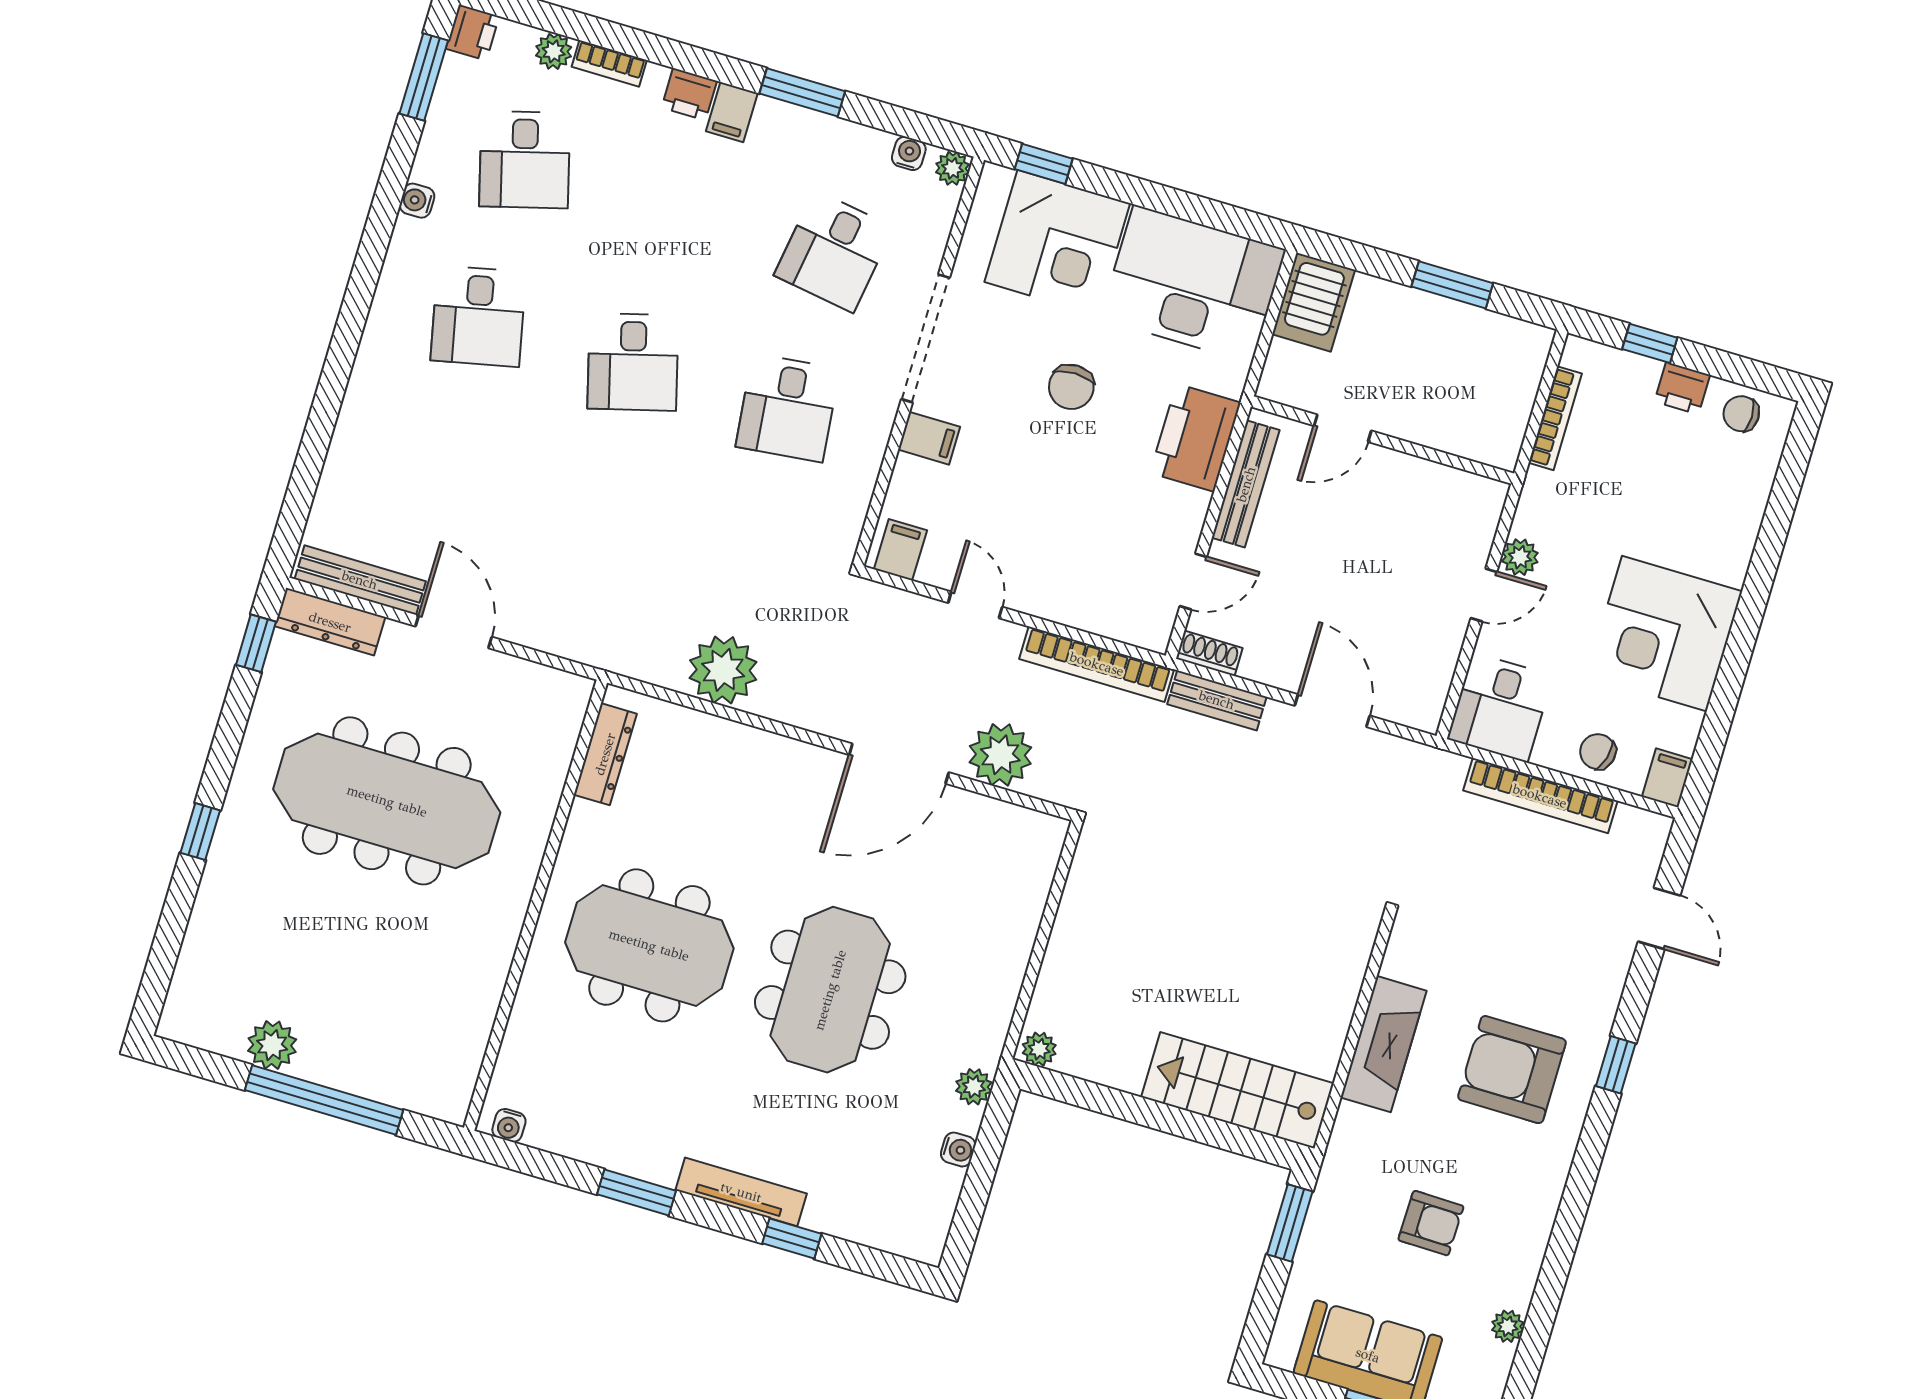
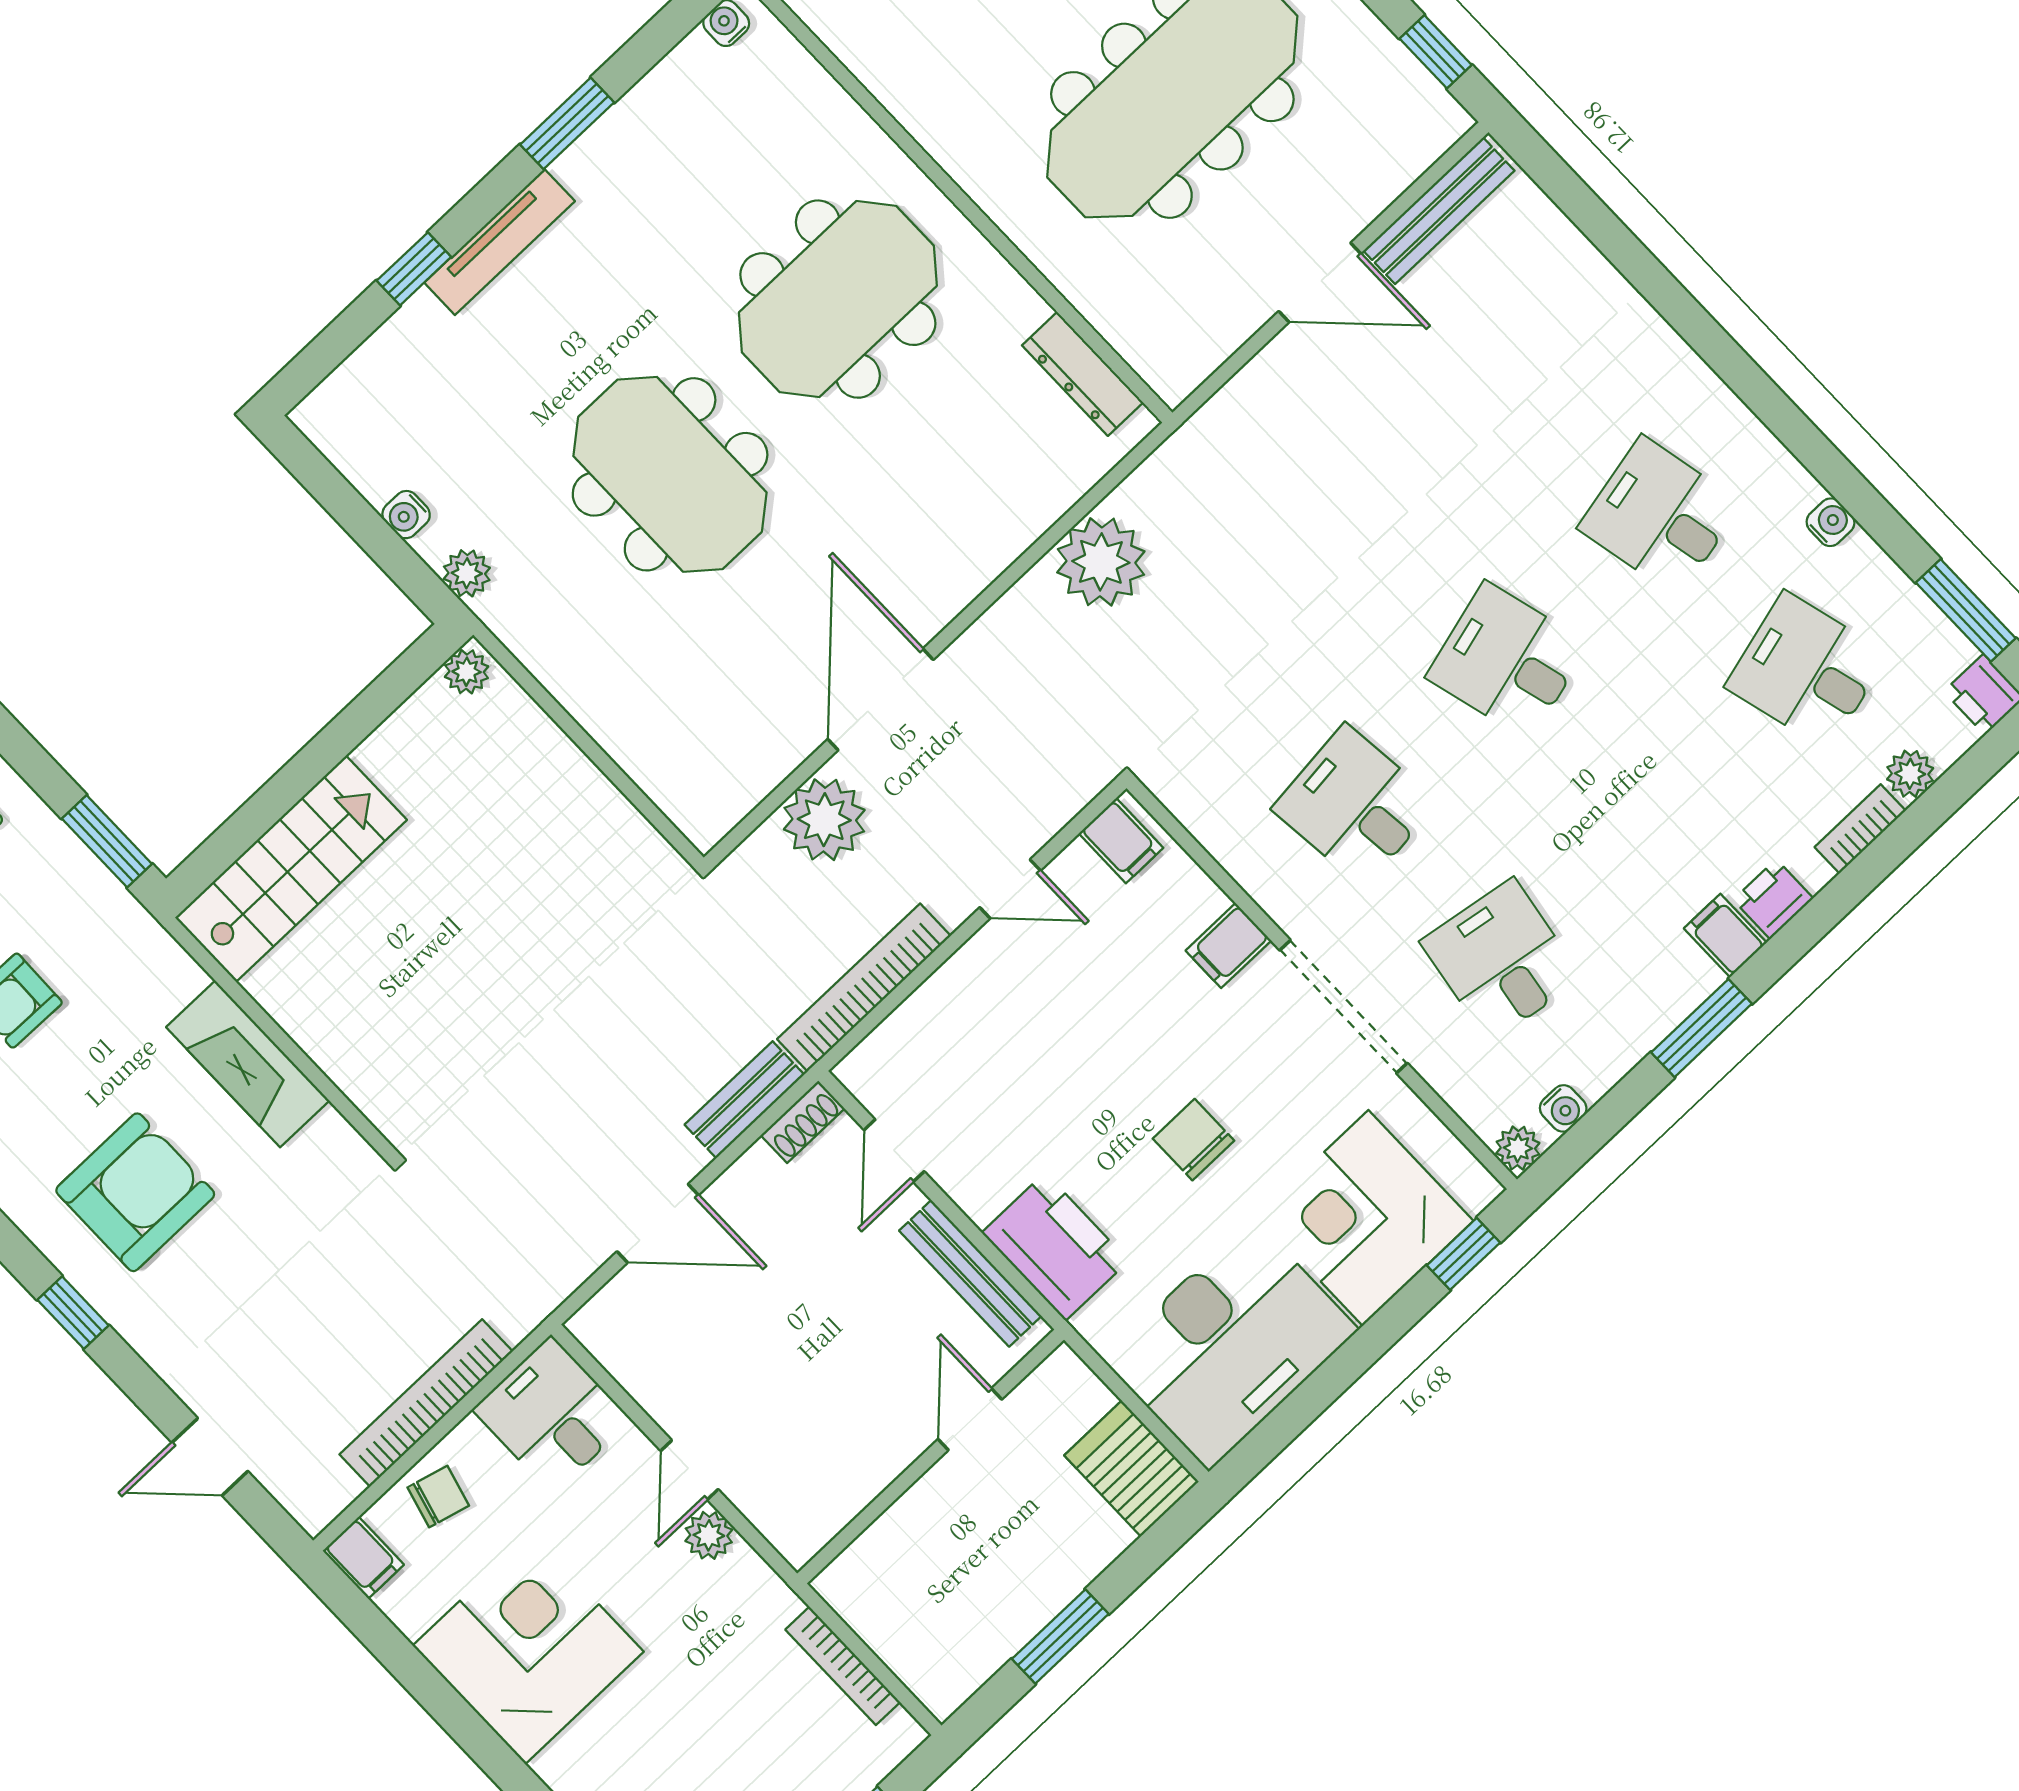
dresser: (330, 622) -> (1412, 149), removed

